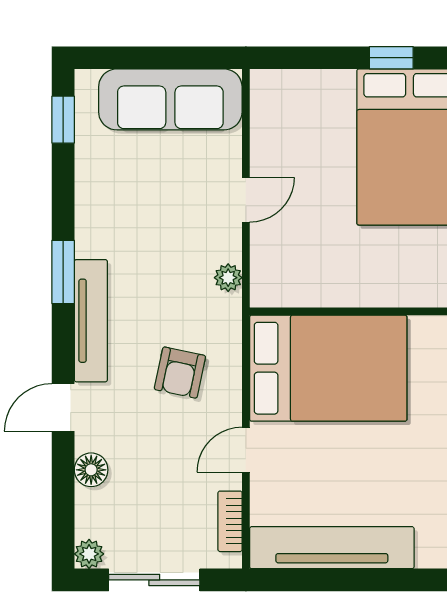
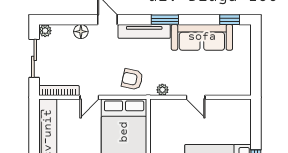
sofa: (170, 99) -> (202, 37), moved, turned -90
armchair: (180, 373) -> (132, 79), moved
door: (246, 450) -> (89, 97), swing flipped
bookcase: (230, 521) -> (59, 91), width x1.56

